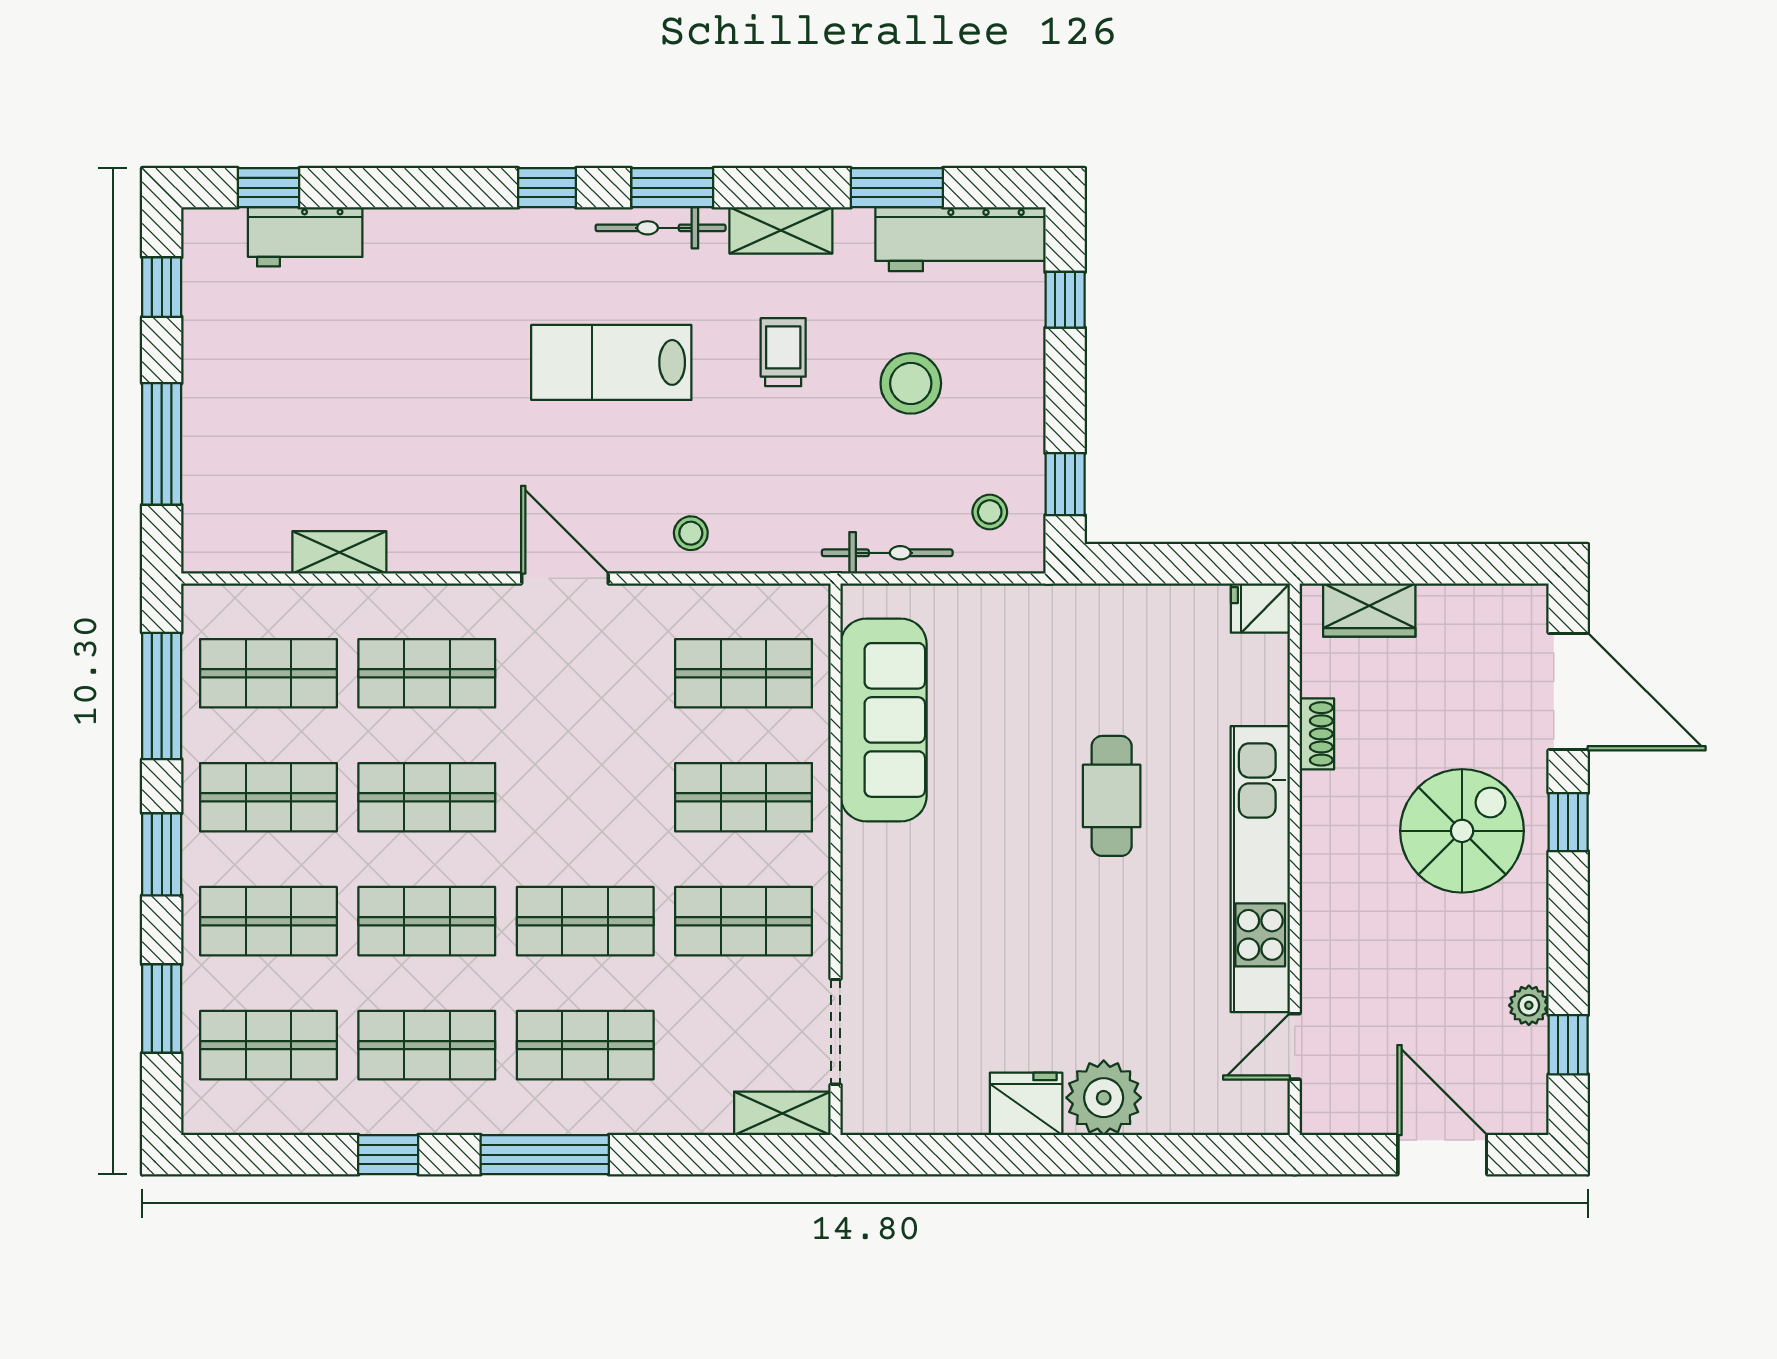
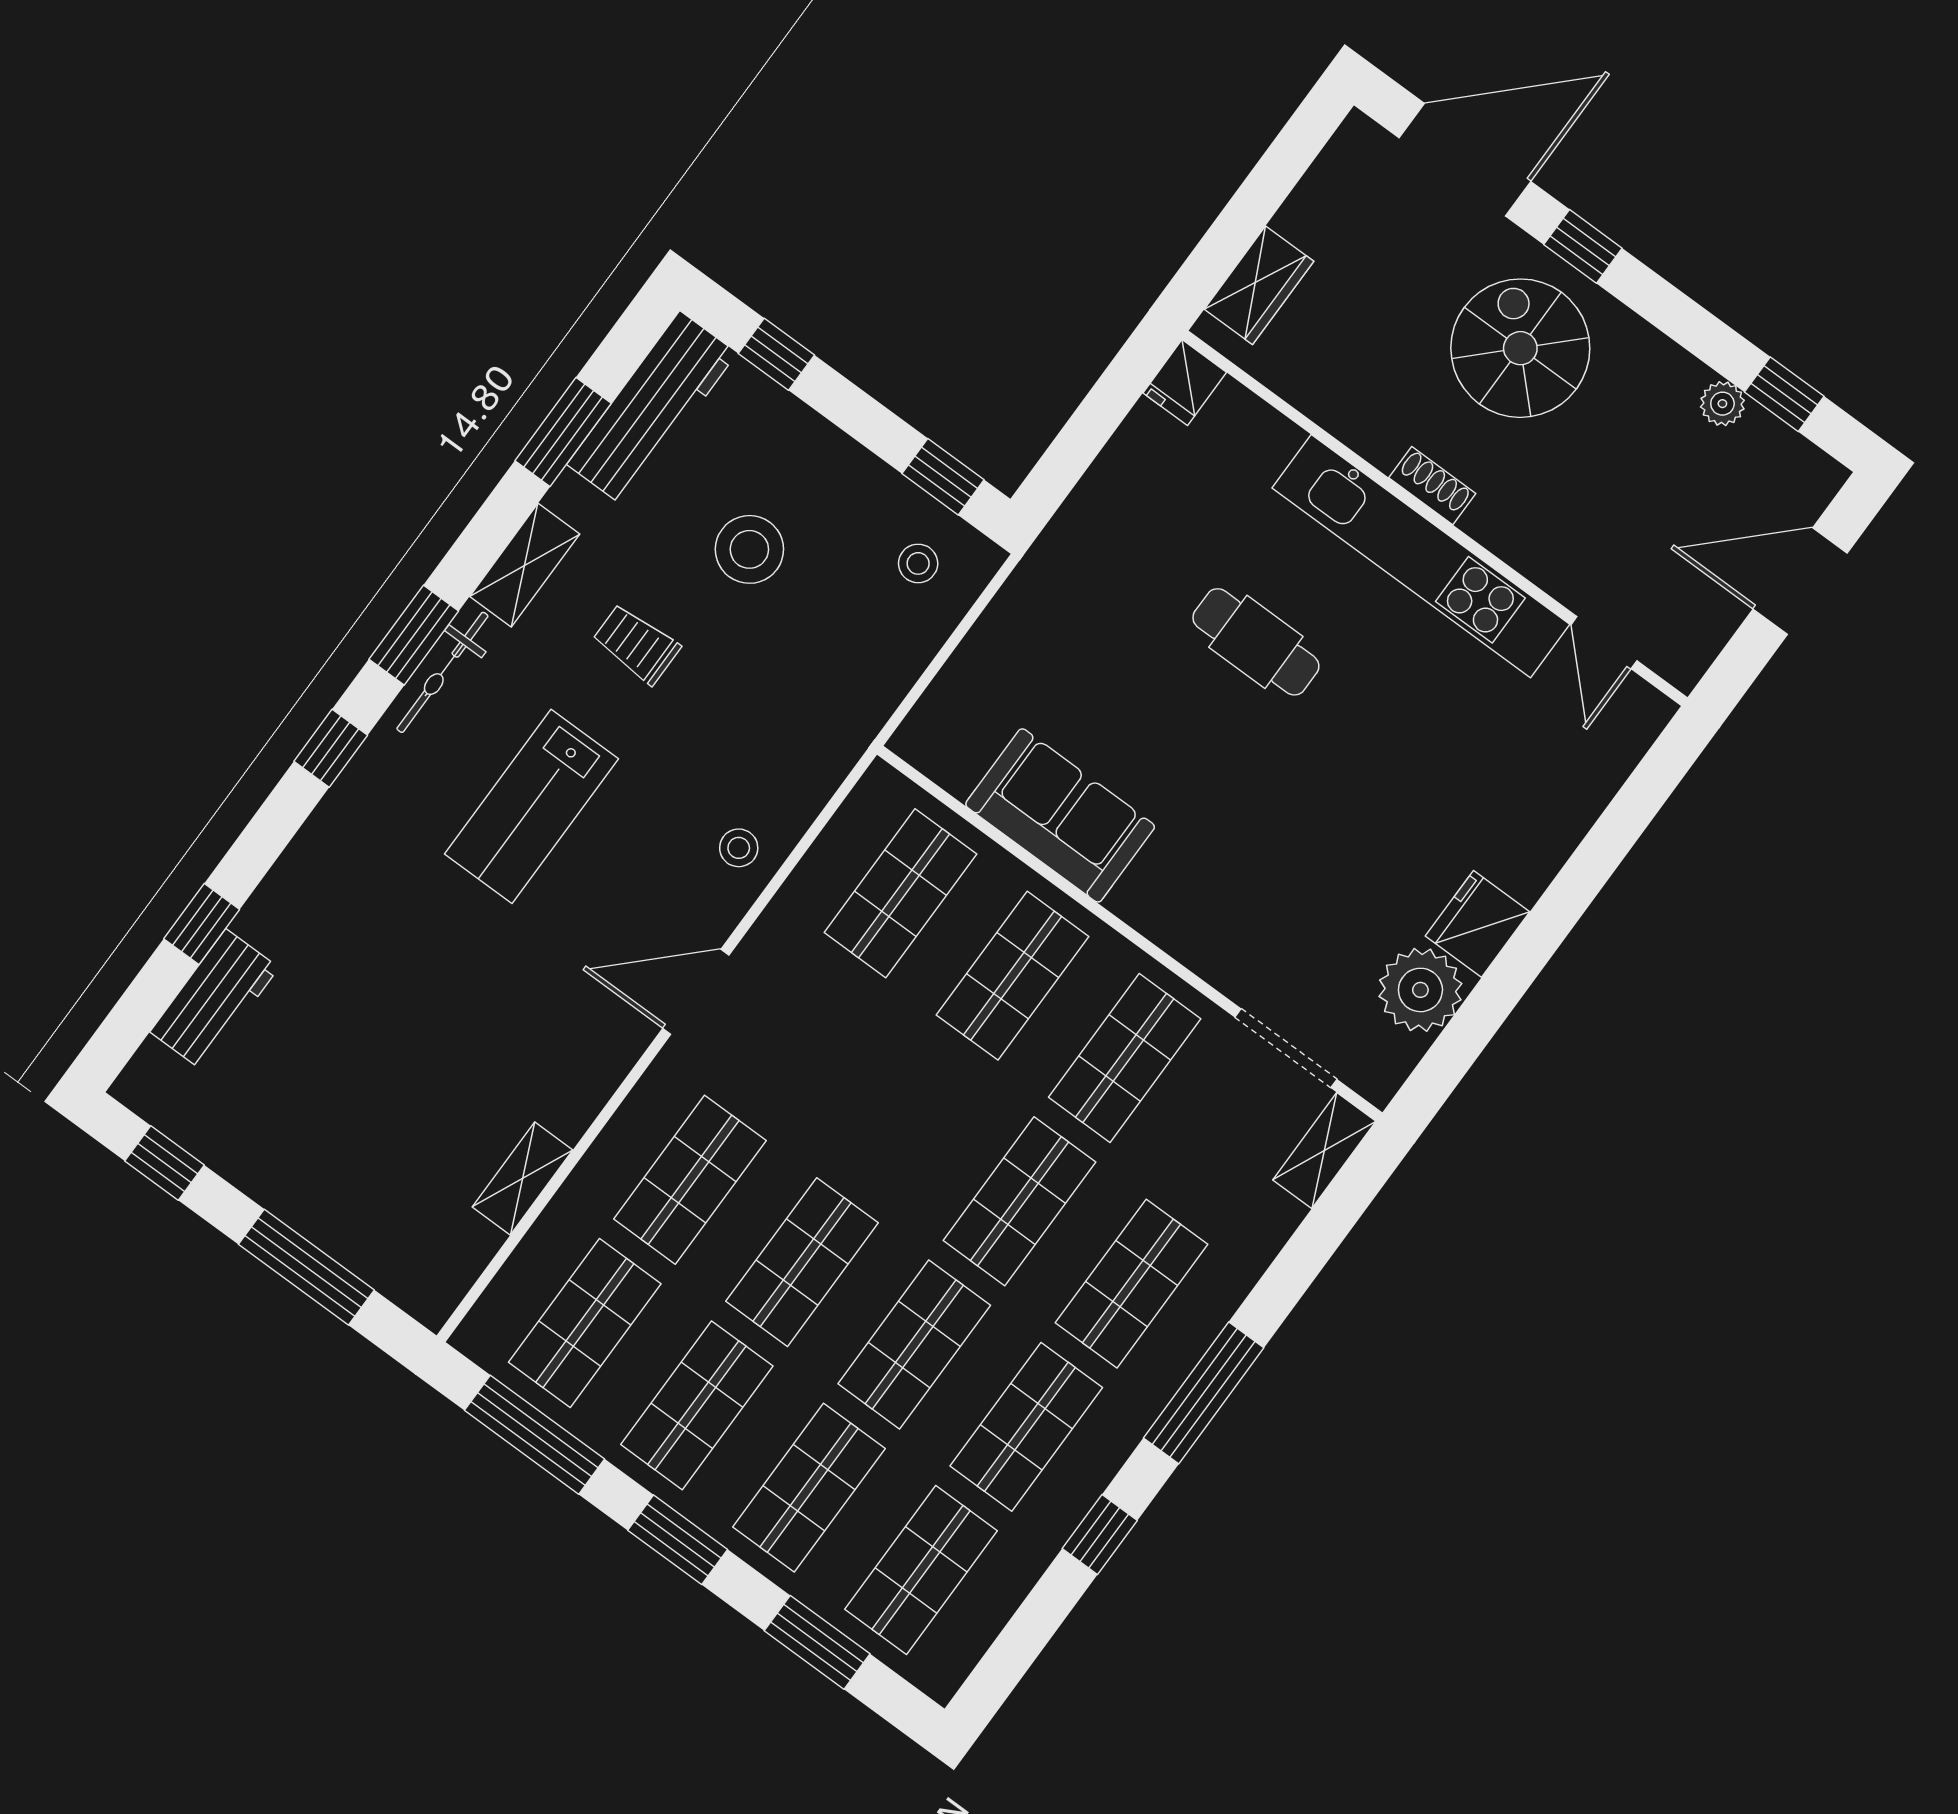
window: (269, 188) -> (202, 924), moved
bicycle: (887, 553) -> (887, 683), removed
sofa: (884, 720) -> (1060, 815), width x0.73
shoe rack: (1317, 734) -> (1432, 486), moved
plant: (1104, 1098) -> (1420, 990), moved

